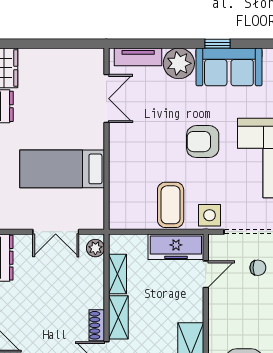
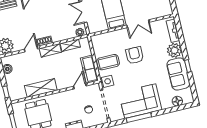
double door: (106, 99) -> (138, 24), moved
armchair: (203, 142) -> (135, 55), moved
door: (206, 274) -> (80, 86), swing flipped

